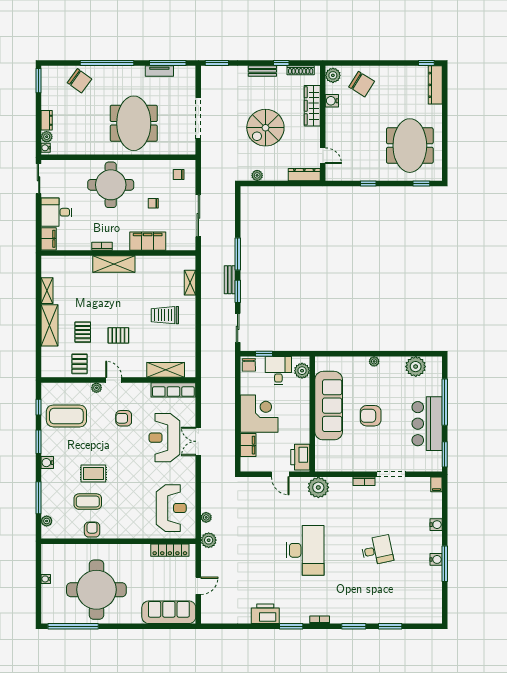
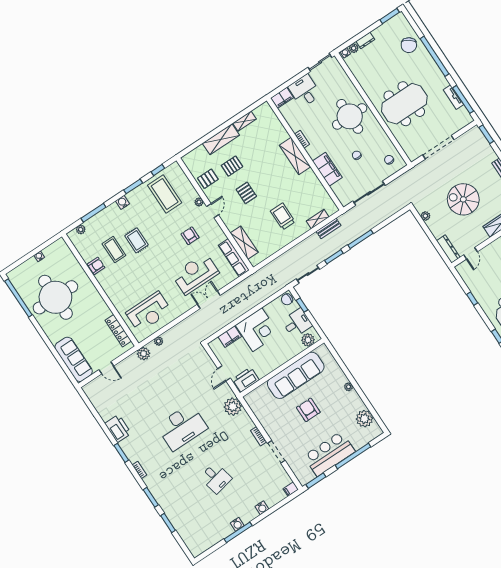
bench: (230, 280) -> (329, 228), moved

